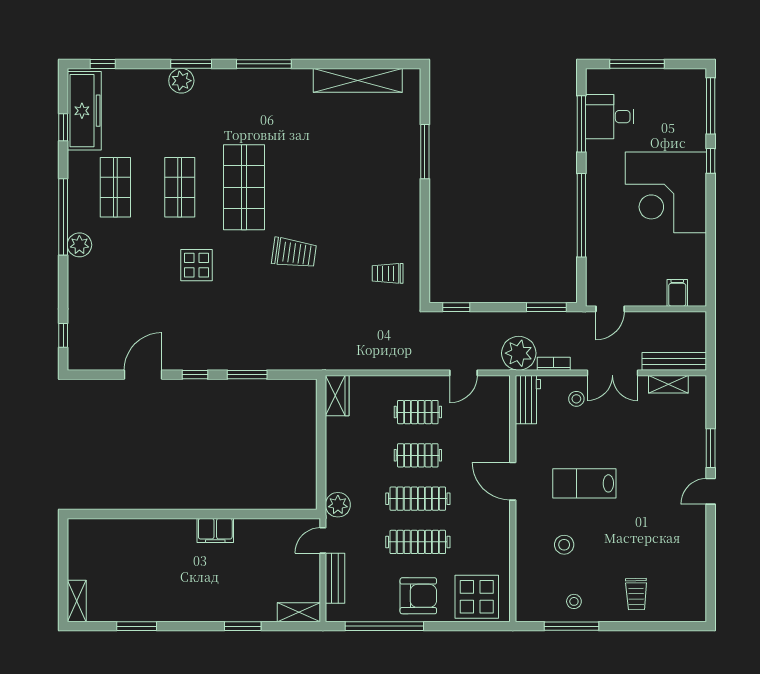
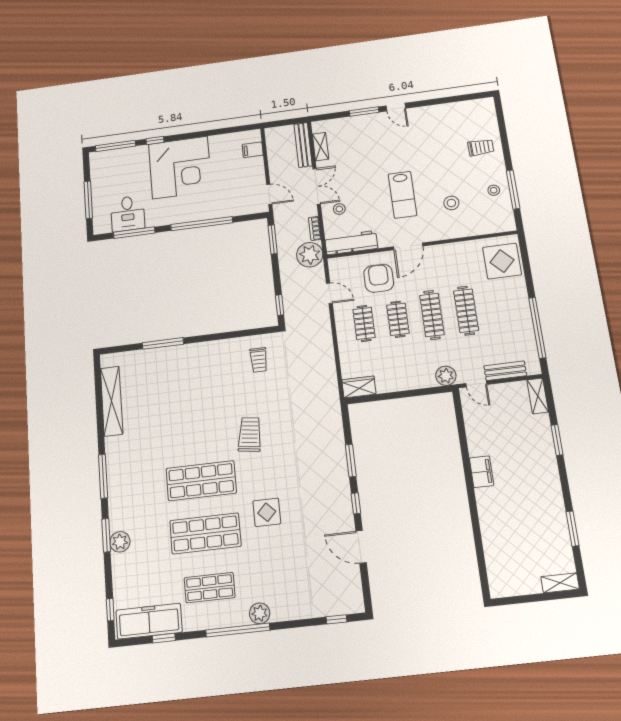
shop shelf: (180, 187) -> (205, 533), width x1.43, depth x1.36
workbench: (528, 400) -> (351, 243), width x1.38
armchair: (418, 596) -> (379, 278), moved

